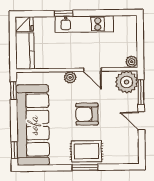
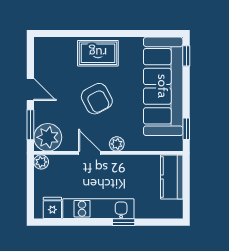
fridge: (24, 24) -> (52, 208), moved, turned 90
armchair: (87, 114) -> (97, 99), turned 62
window: (85, 167) -> (100, 33), removed

